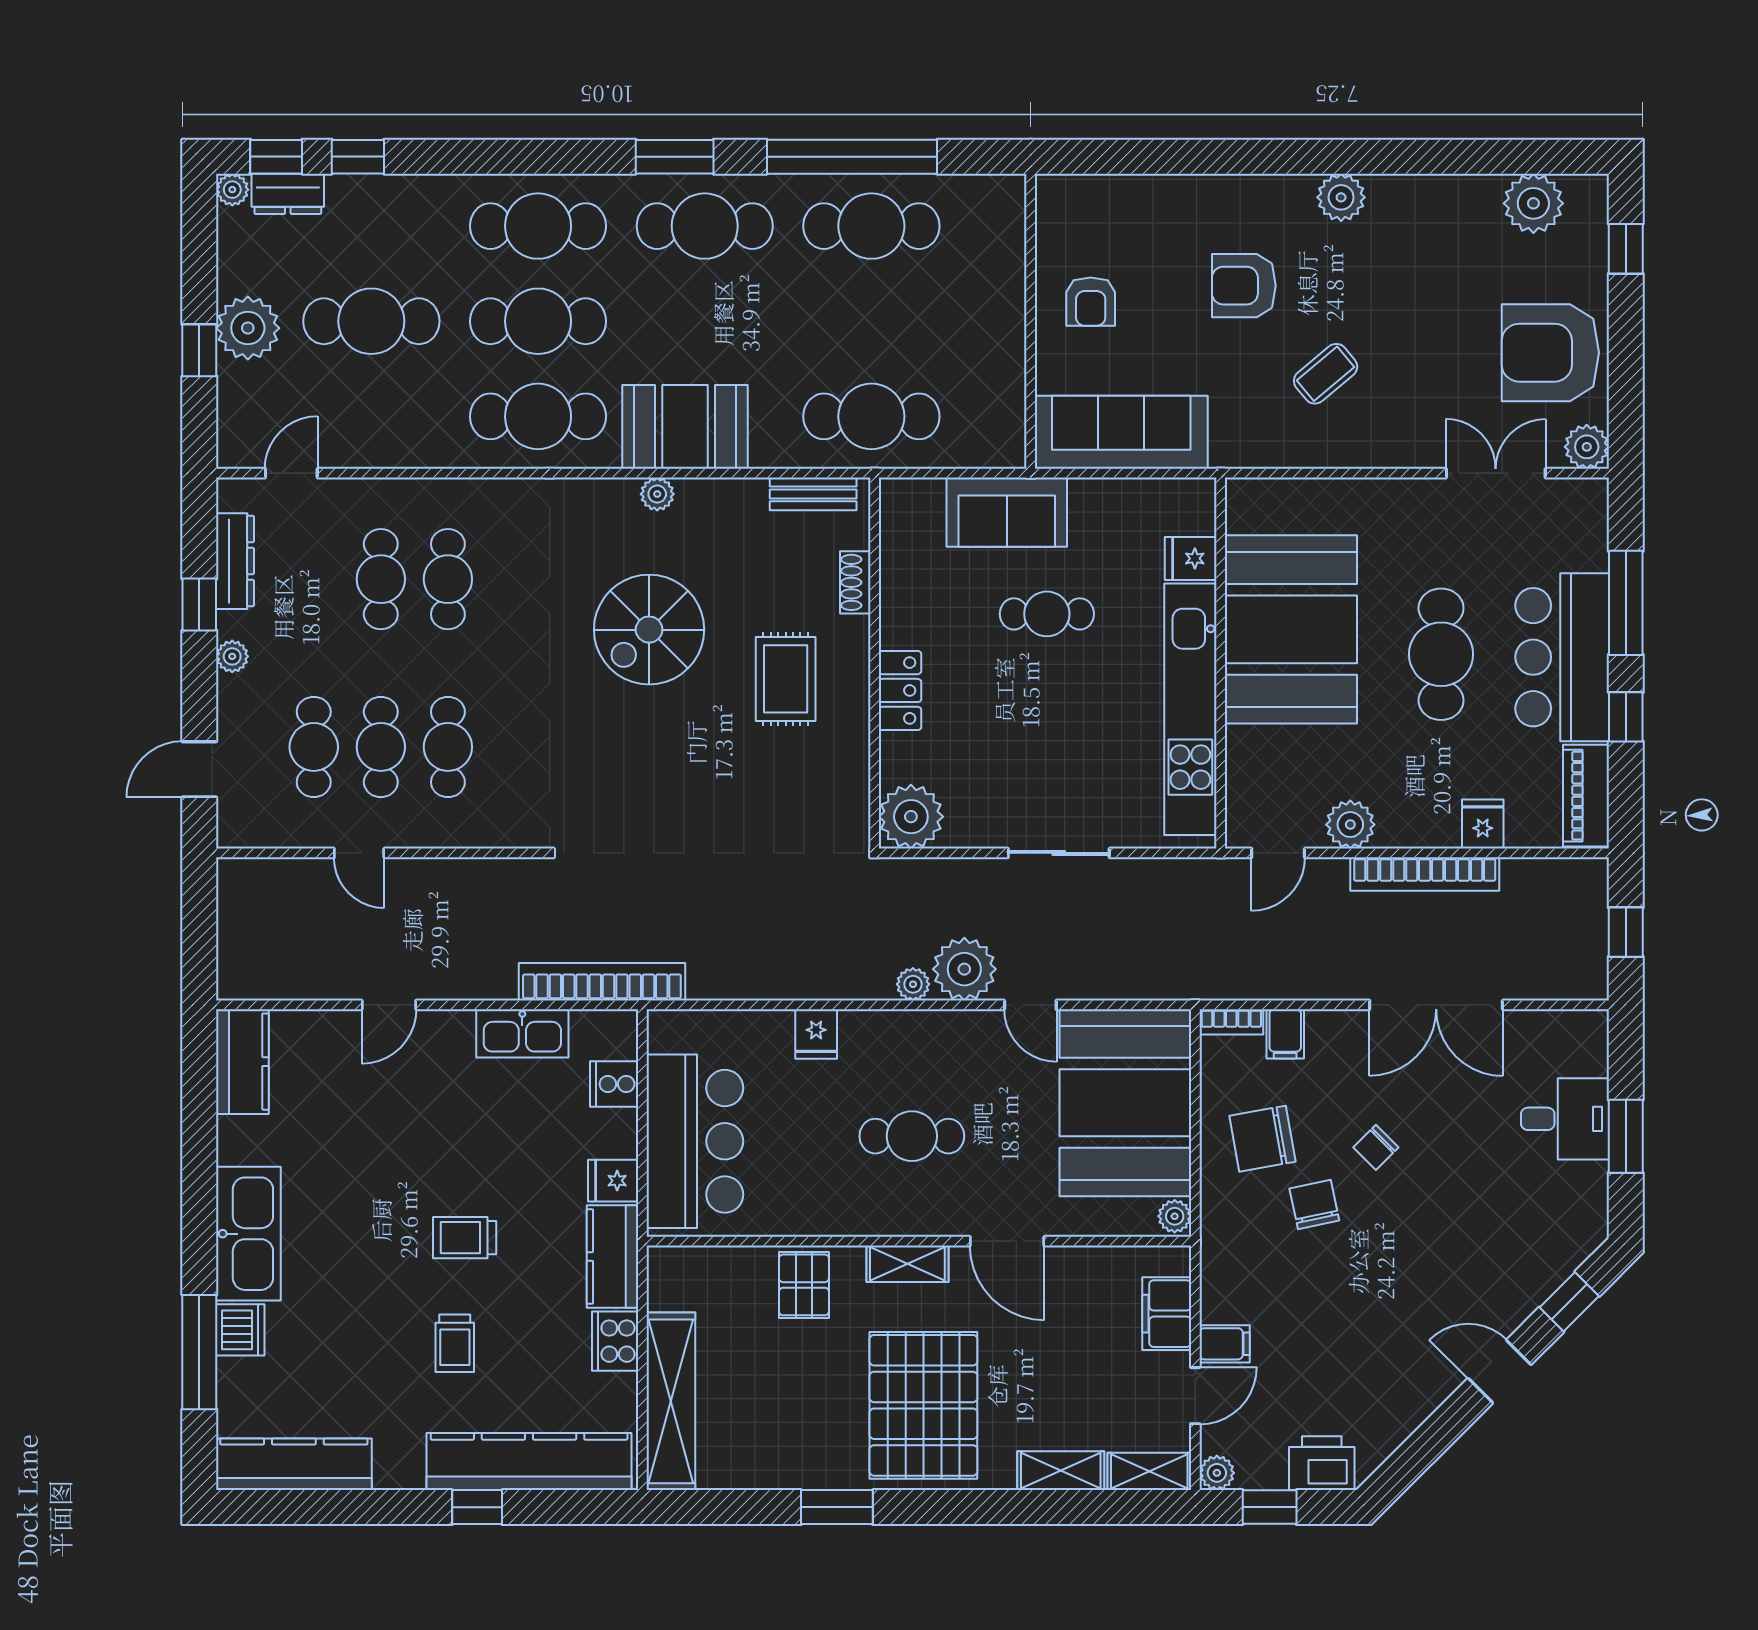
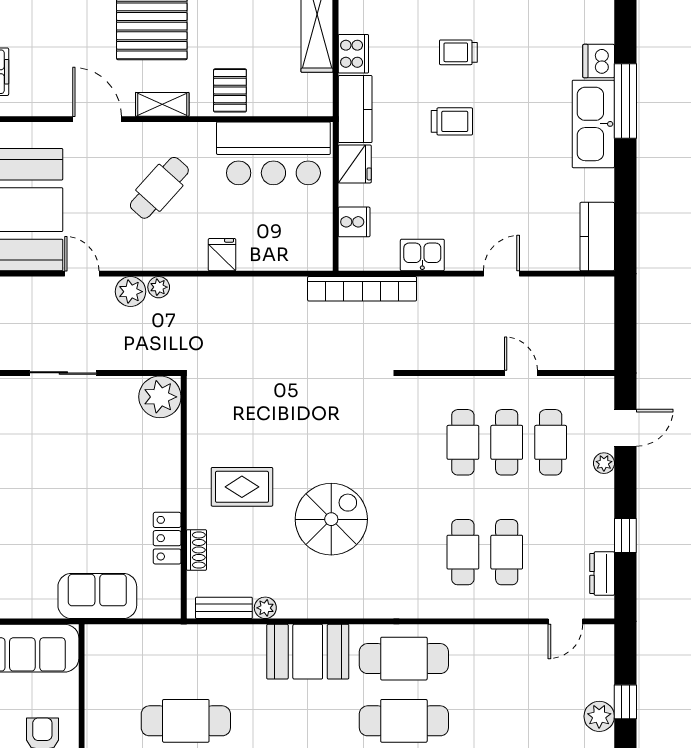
cafe table: (371, 321) -> (513, 721), removed
plant: (248, 328) -> (599, 716), width x0.73, depth x0.73
cafe table: (871, 416) -> (186, 721), moved
plant: (657, 494) -> (265, 608), moved
dresser: (235, 561) -> (602, 573), width x0.70
cafe table: (1047, 614) -> (71, 529), removed
plant: (232, 656) -> (604, 463), moved
rug: (786, 679) -> (242, 487), turned 90
locker: (900, 690) -> (167, 538), moved
plant: (964, 969) -> (131, 292), width x0.73, depth x0.73
kitchen sink: (522, 1033) -> (422, 255), width x0.73
cafe table: (912, 1136) -> (159, 188), turned -48
bar counter: (695, 1141) -> (273, 153), moved, turned -90
fridge: (613, 1181) -> (355, 164), width x1.38
trolley: (455, 1343) -> (458, 52), turned -90
window: (199, 1352) -> (625, 101), moved

